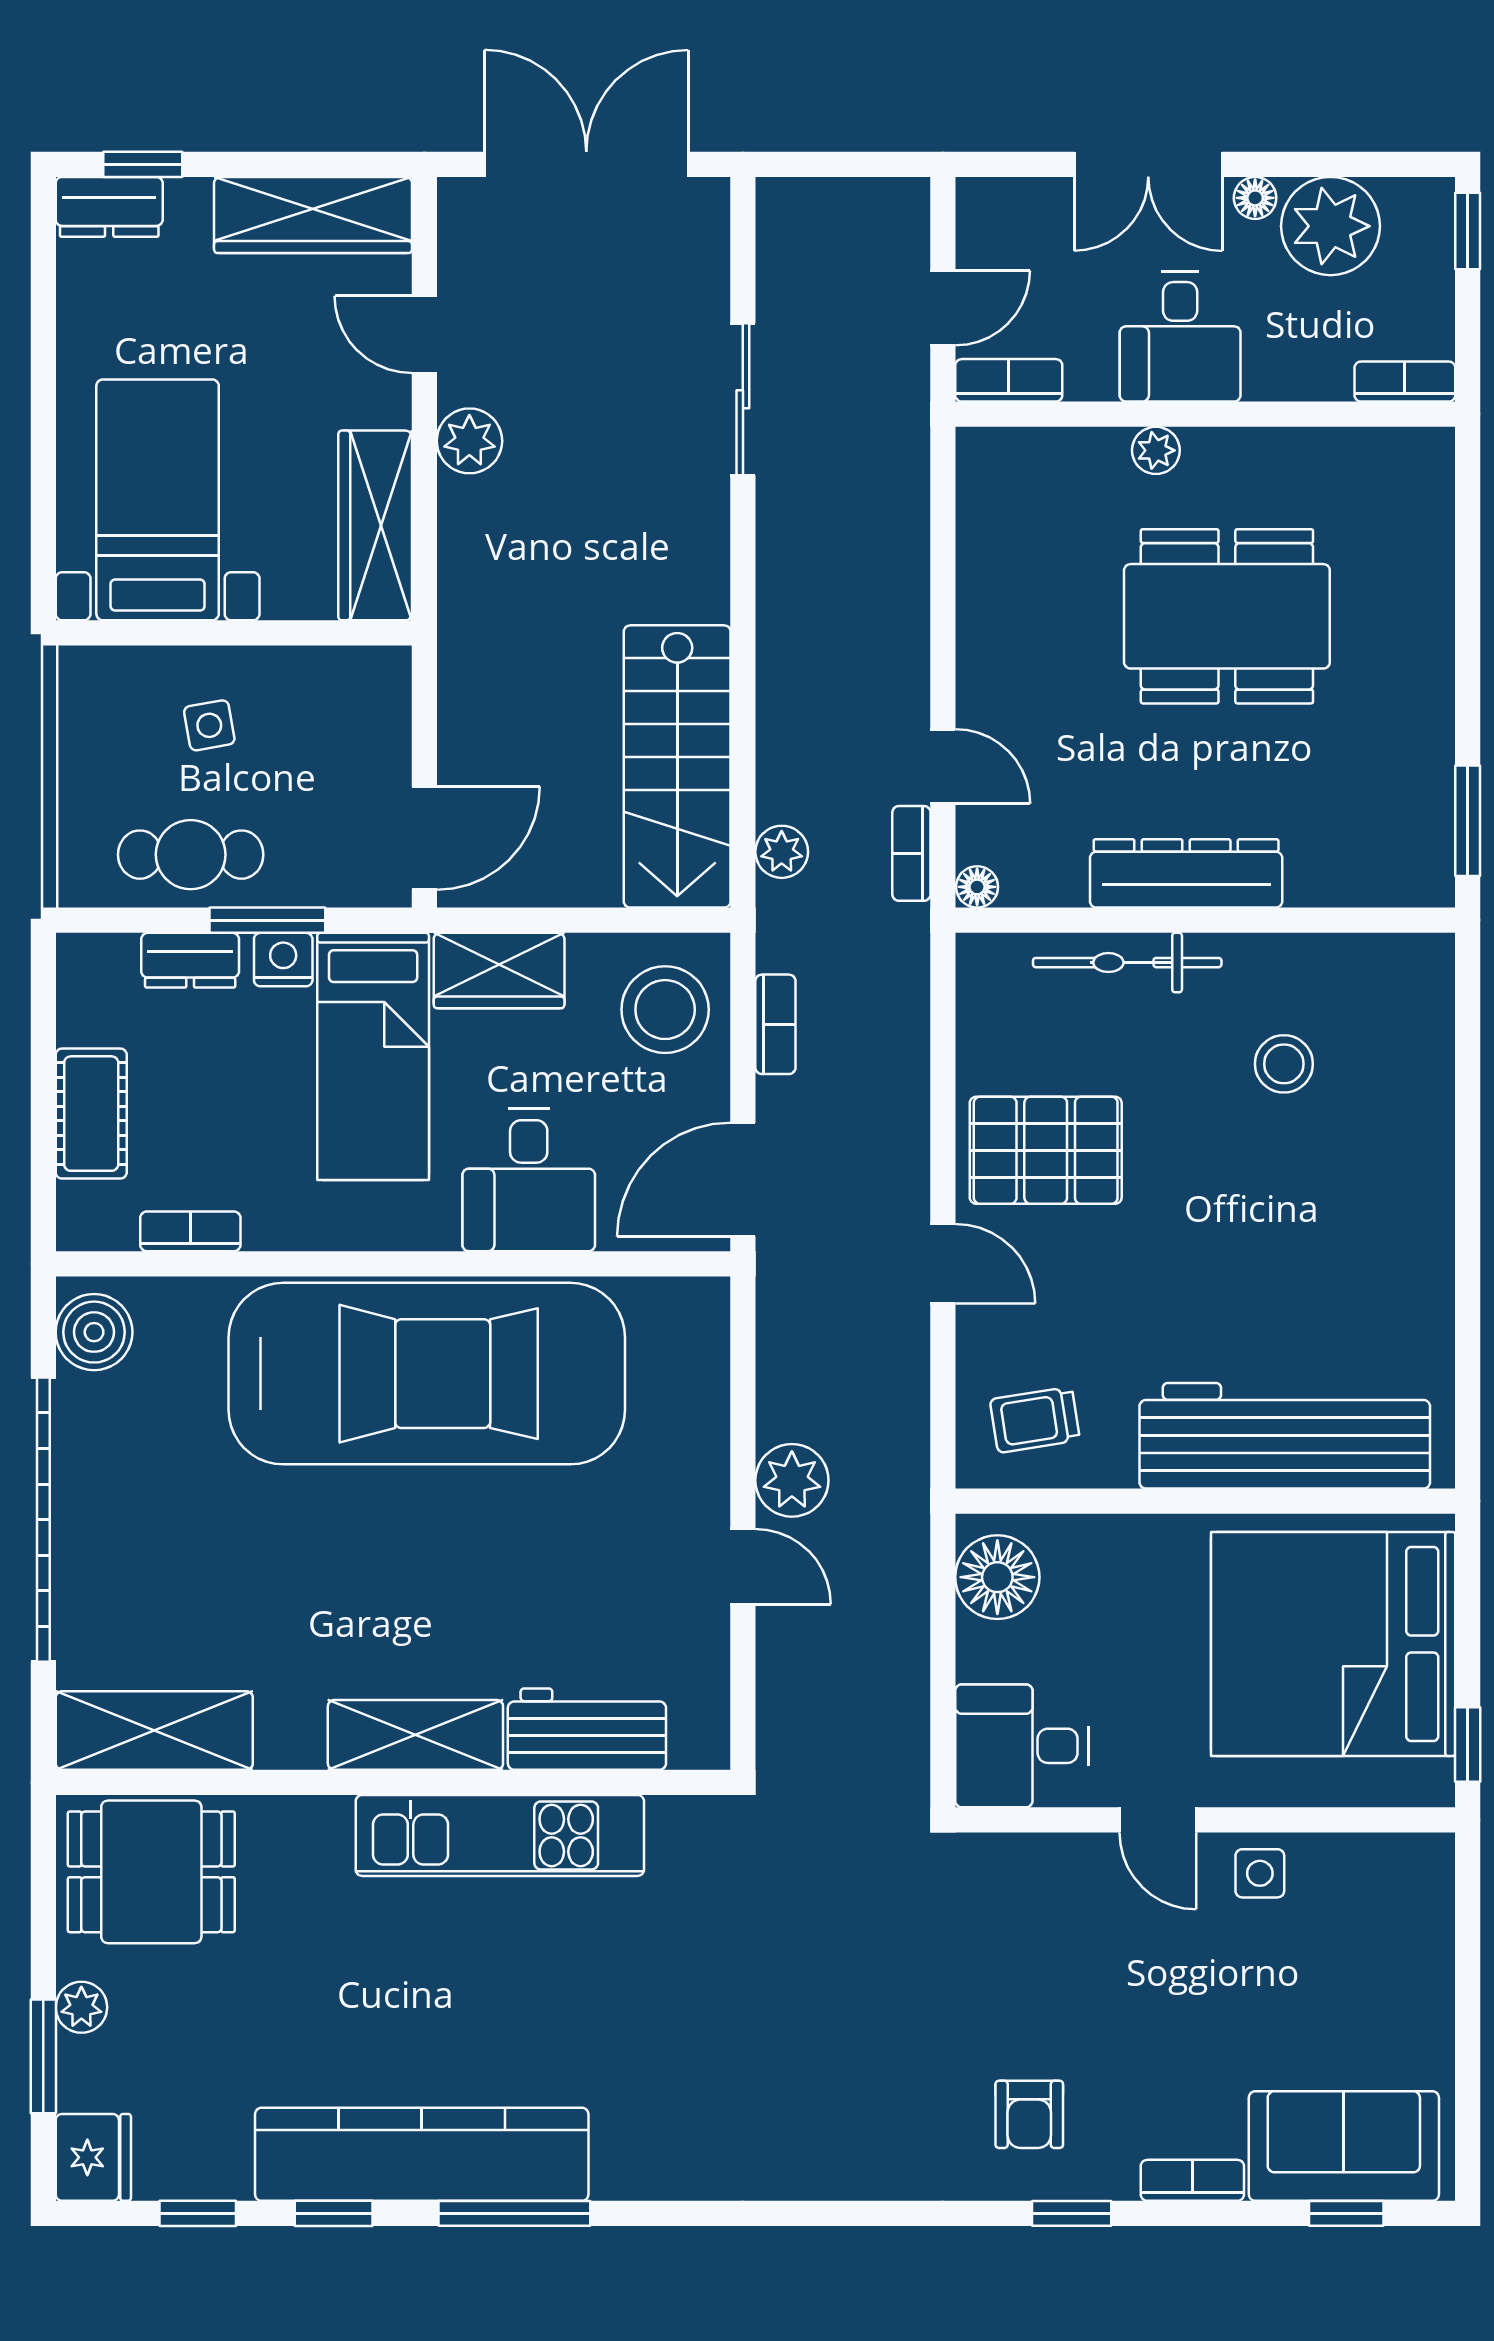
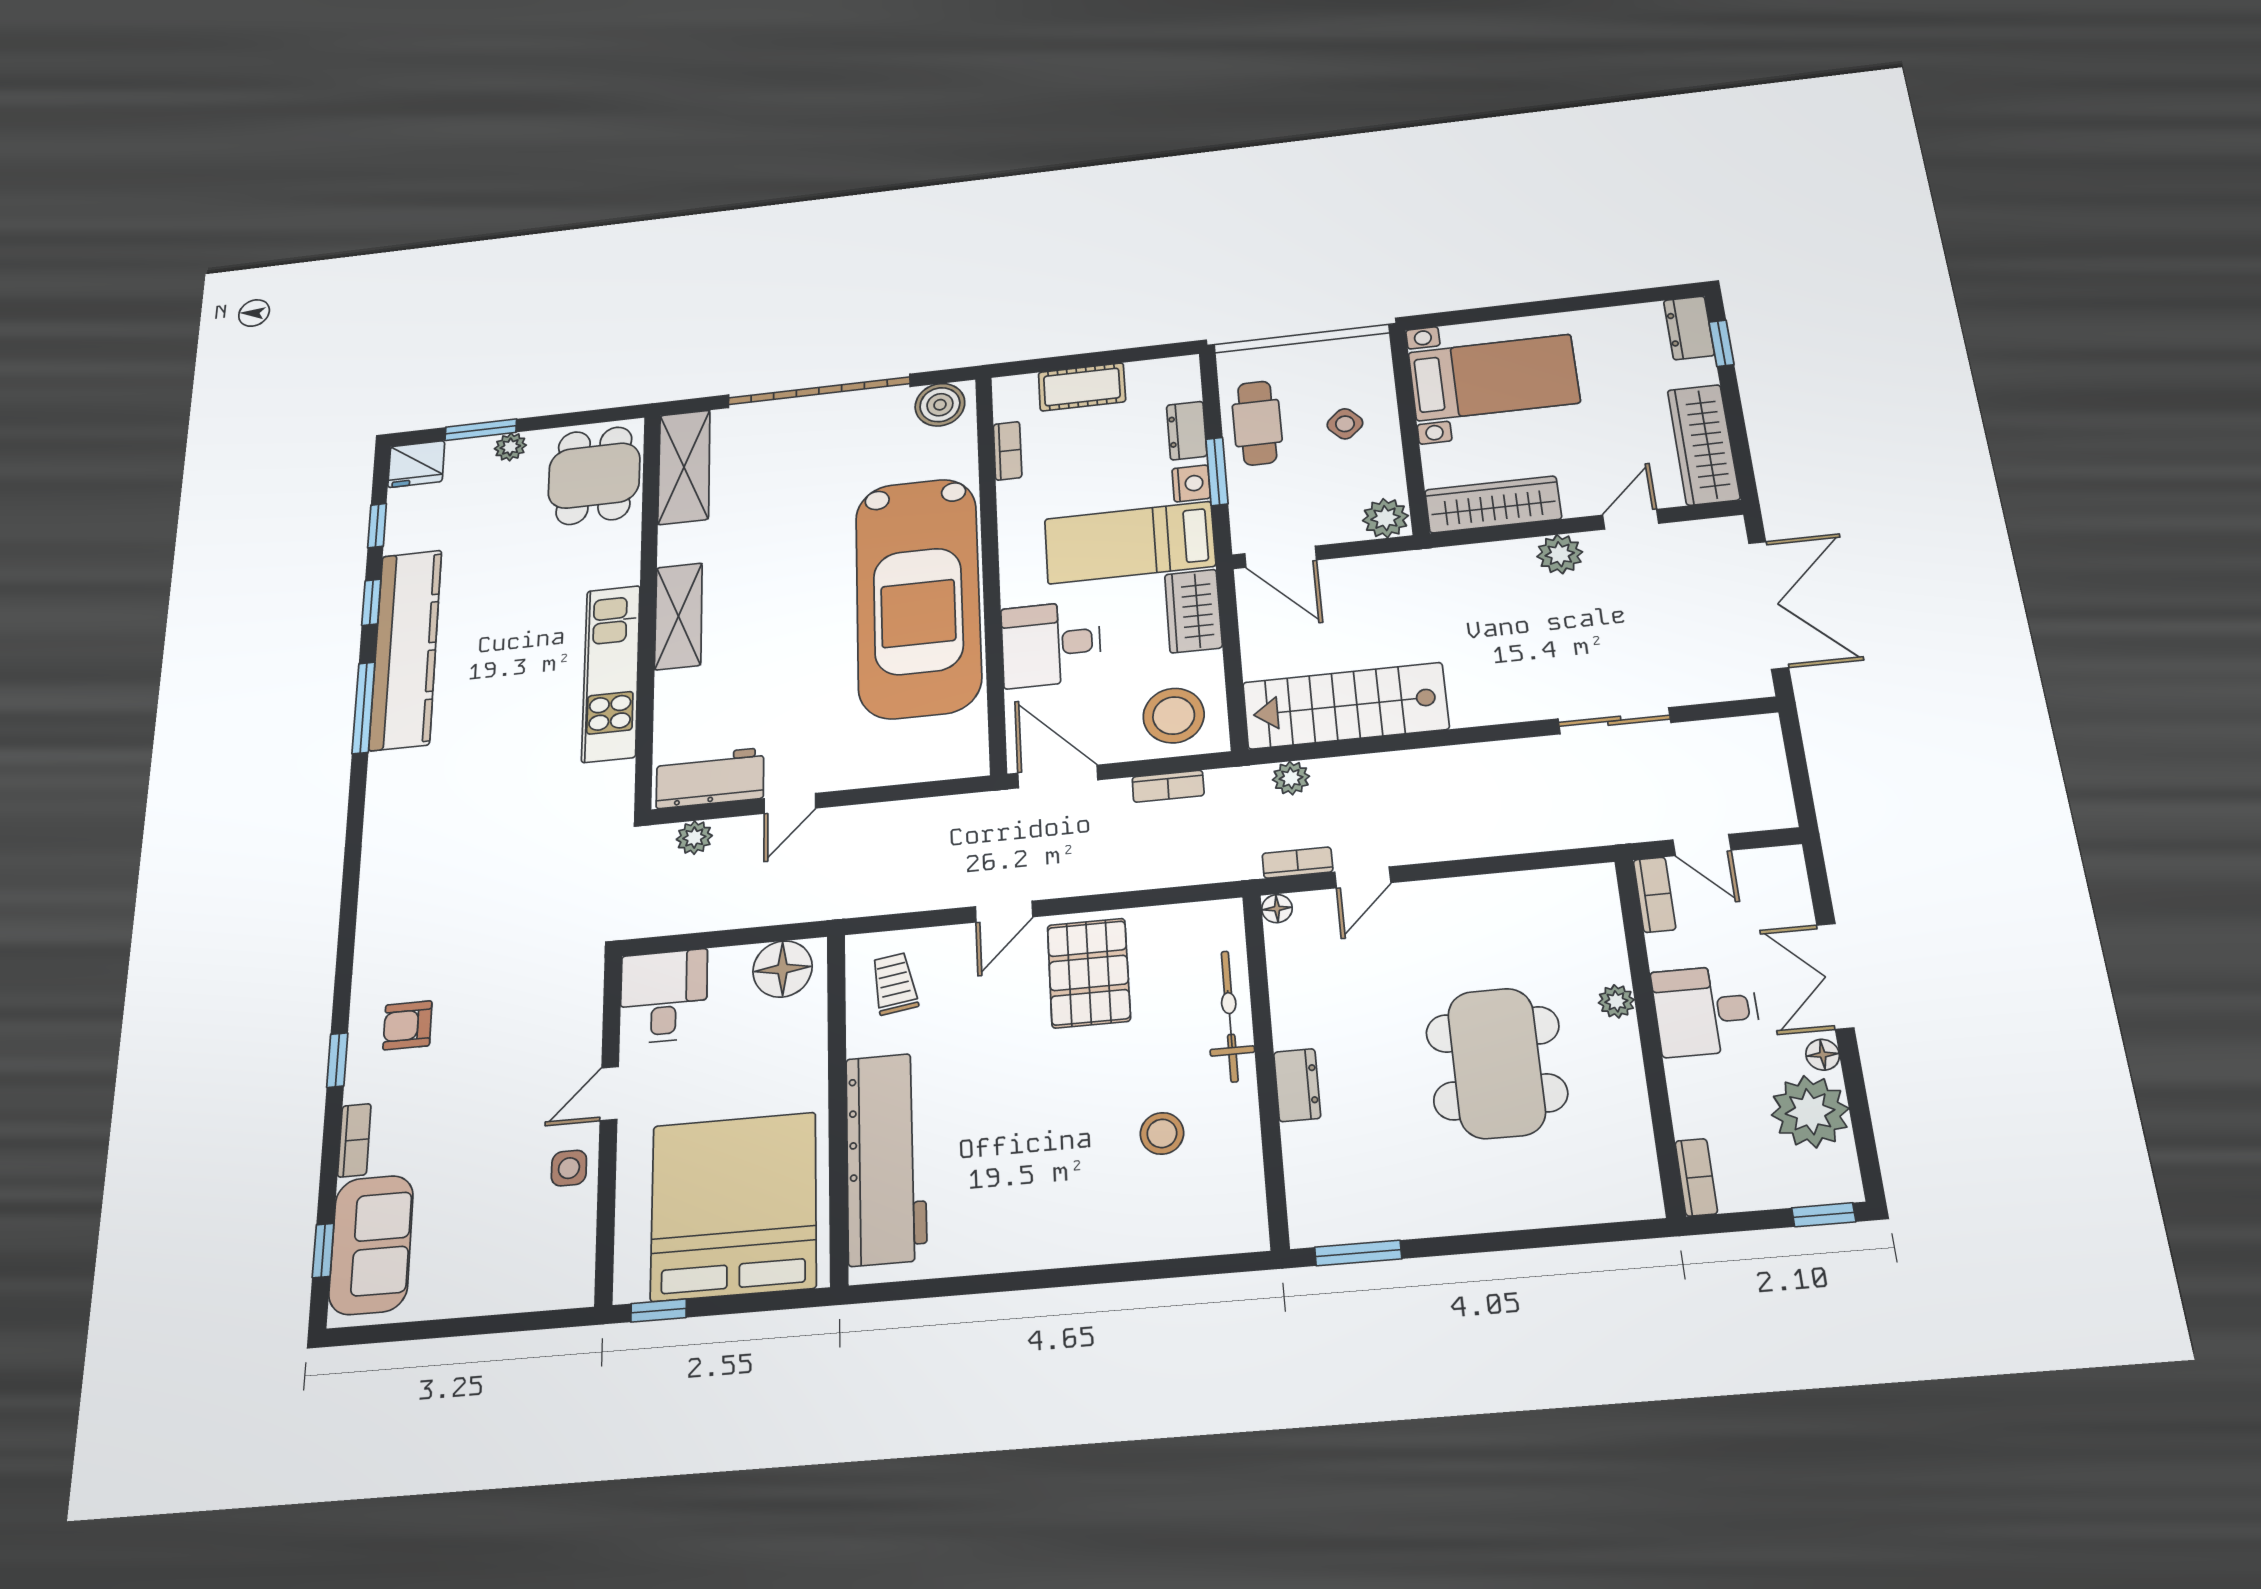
plant: (378, 682) -> (1385, 518), added
side table: (209, 725) -> (1345, 424), turned -33
dresser: (1186, 873) -> (1297, 1085), width x0.51, depth x0.80
plant: (792, 1480) -> (694, 838), moved, width x0.73, depth x0.73
workbench: (587, 1729) -> (710, 778), moved, turned -90

